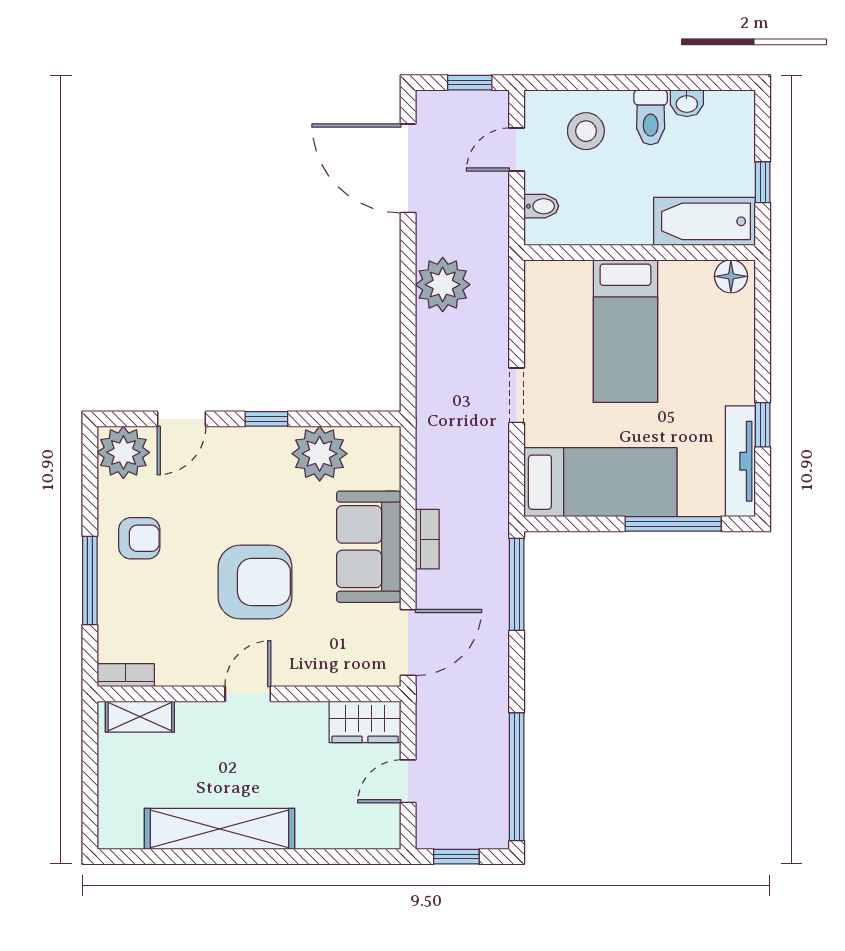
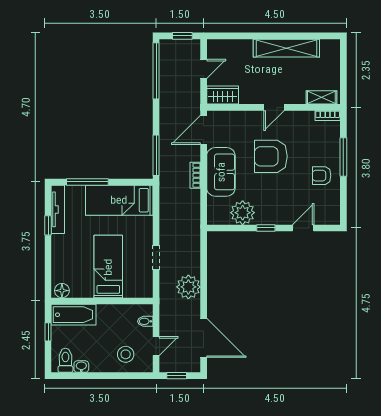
toilet: (651, 117) -> (65, 360), moved
doorway: (517, 395) -> (156, 258), moved
plant: (123, 452) -> (329, 213), removed

